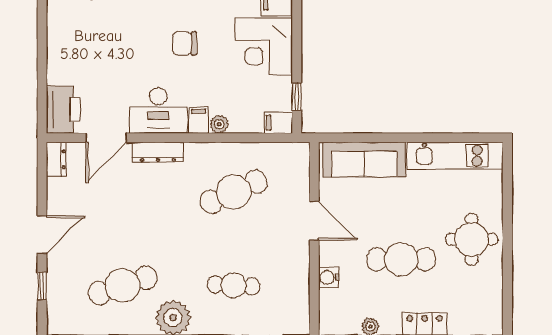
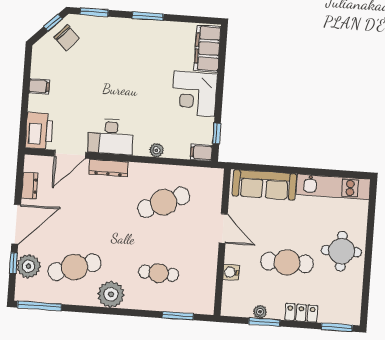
chair: (185, 44) -> (135, 87), removed
filing cabinet: (199, 120) -> (39, 86), moved, turned 90
dresser: (56, 159) -> (30, 186), moved
door: (42, 235) -> (16, 224), width x1.36
plant: (62, 288) -> (28, 266), added

